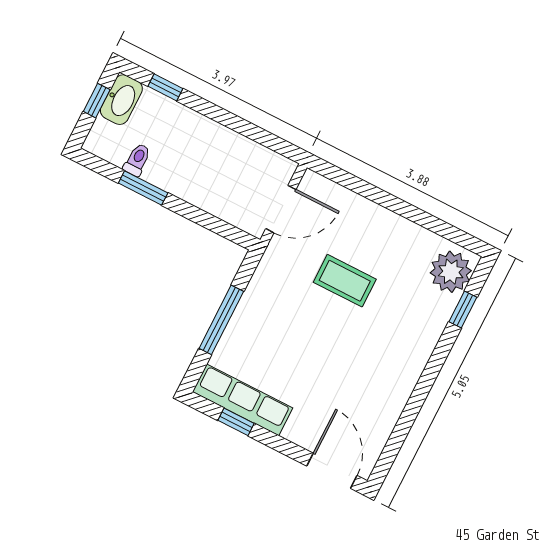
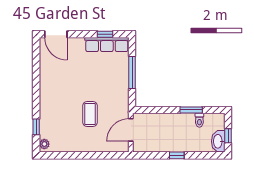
window: (165, 87) -> (177, 155), moved
plant: (451, 272) -> (44, 144), width x0.53, depth x0.53
coffee table: (345, 281) -> (90, 114), turned 90

